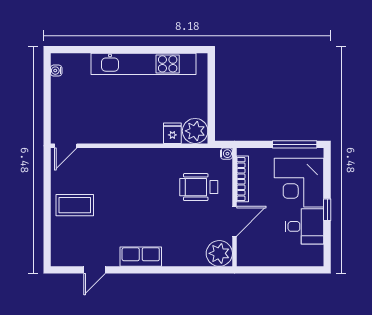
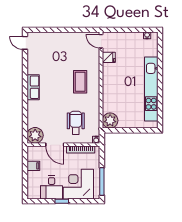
fridge: (172, 133) -> (109, 57), moved
coffee table: (75, 205) -> (80, 82), moved
filing cabinet: (269, 256) -> (33, 166), added
door: (95, 270) -> (25, 43), moved

